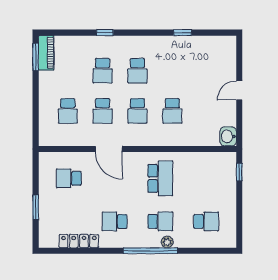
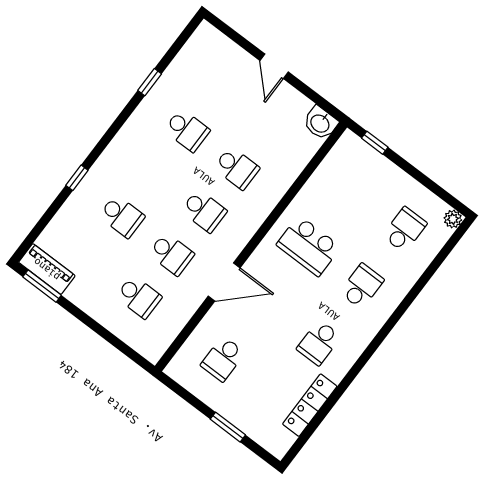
school desk: (137, 71) -> (187, 130), moved
school desk: (160, 178) -> (309, 246), turned 180
plant: (167, 242) -> (453, 219), moved
window: (150, 251) -> (388, 326), removed

